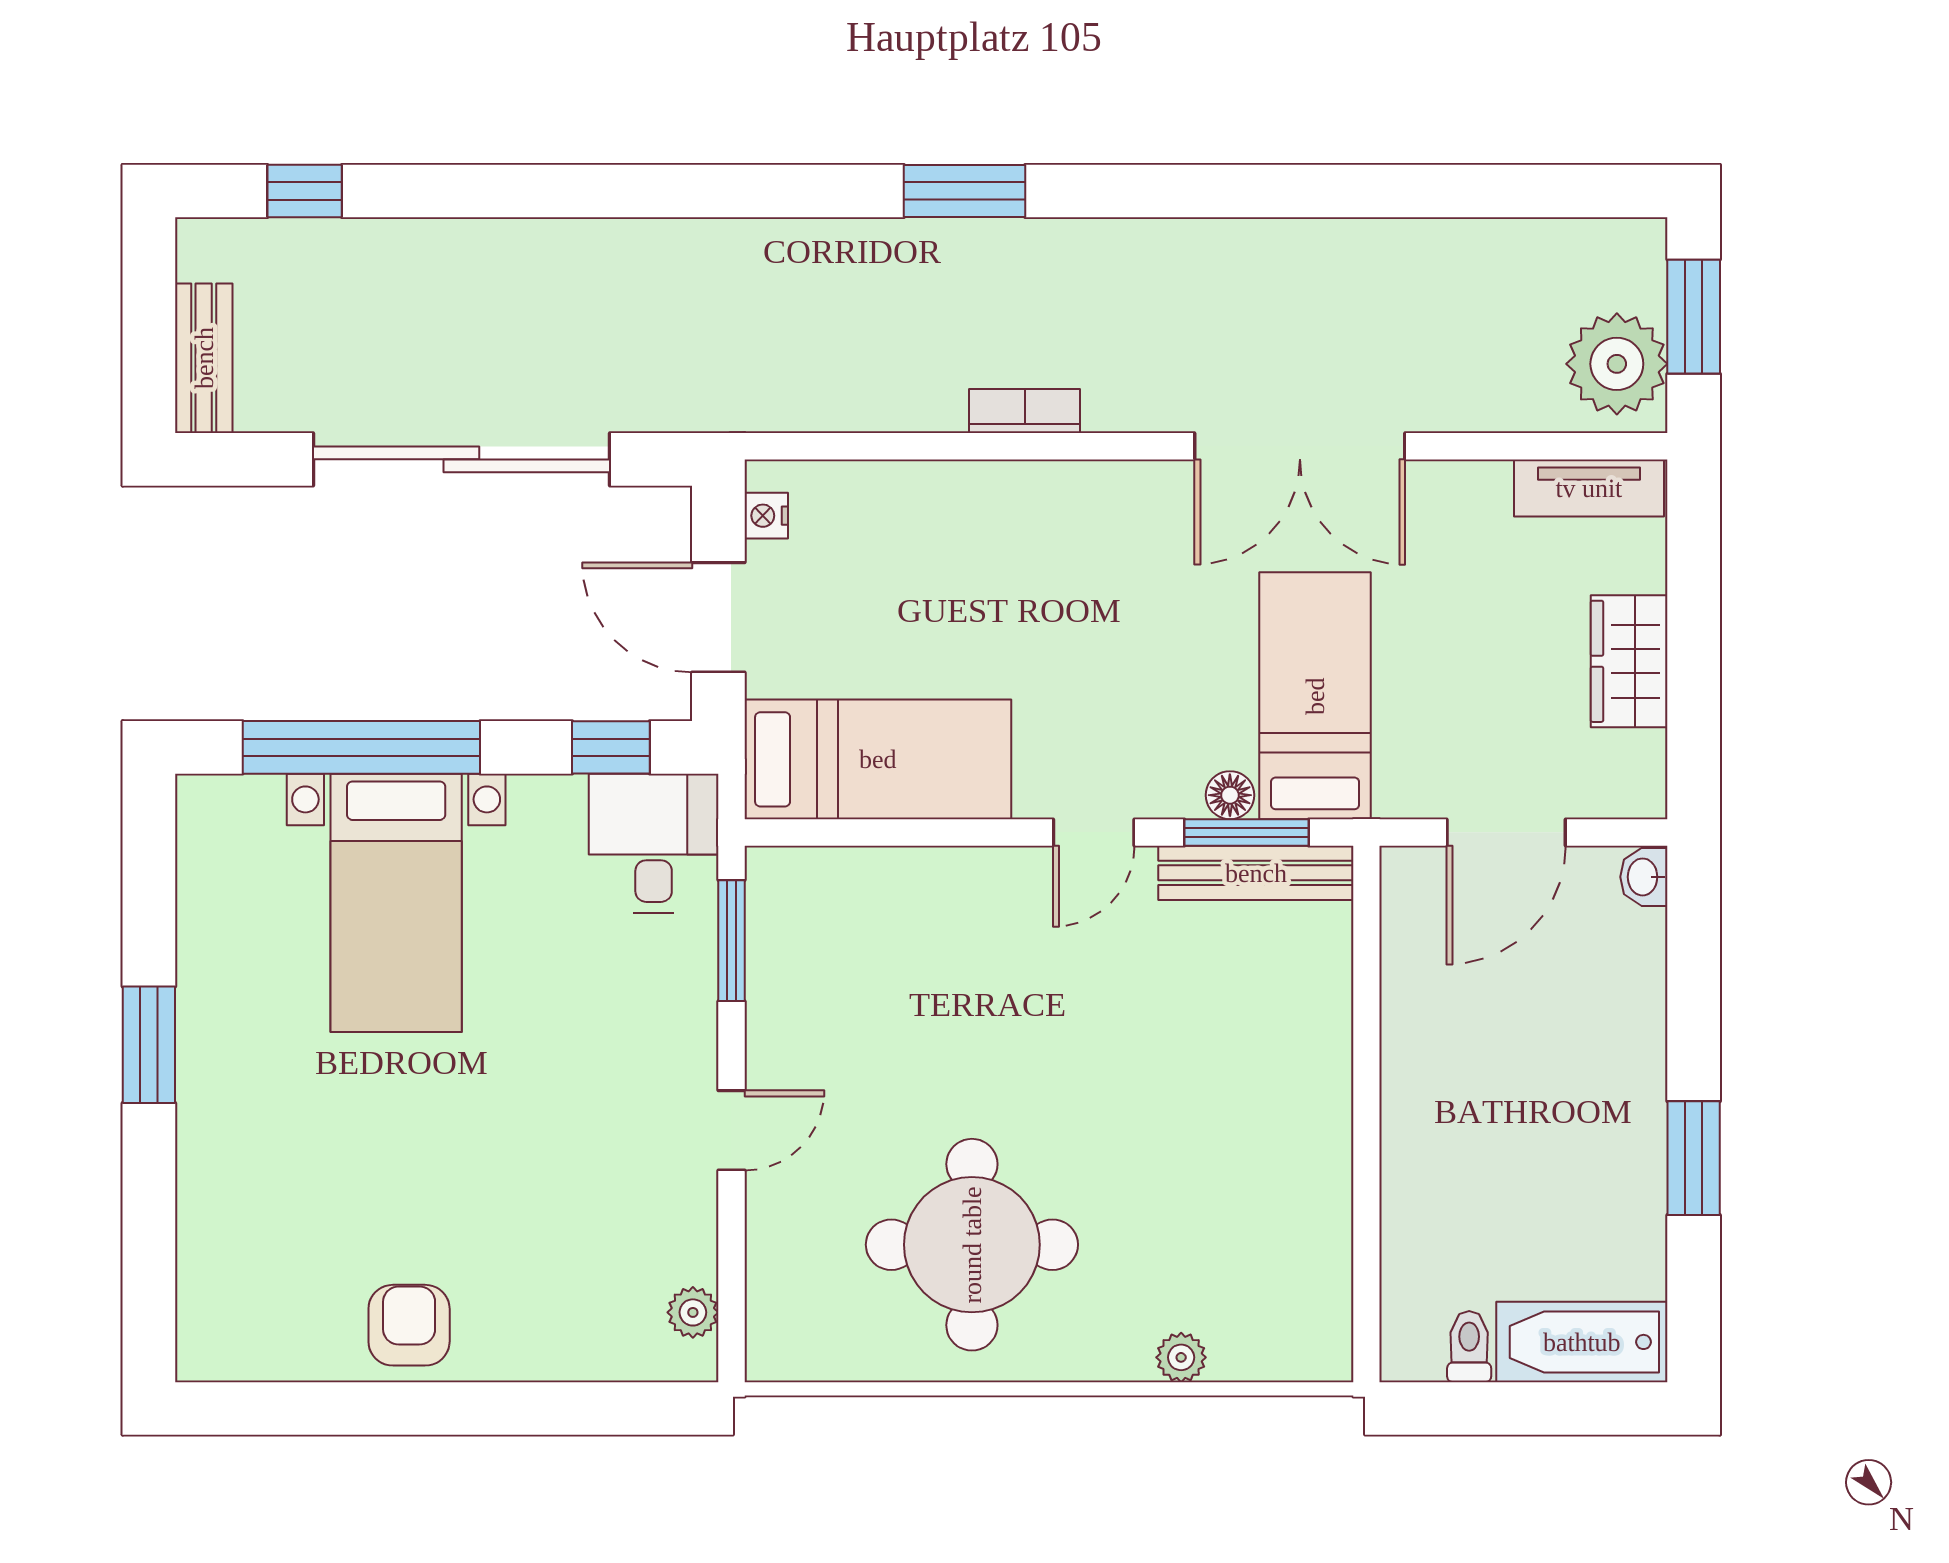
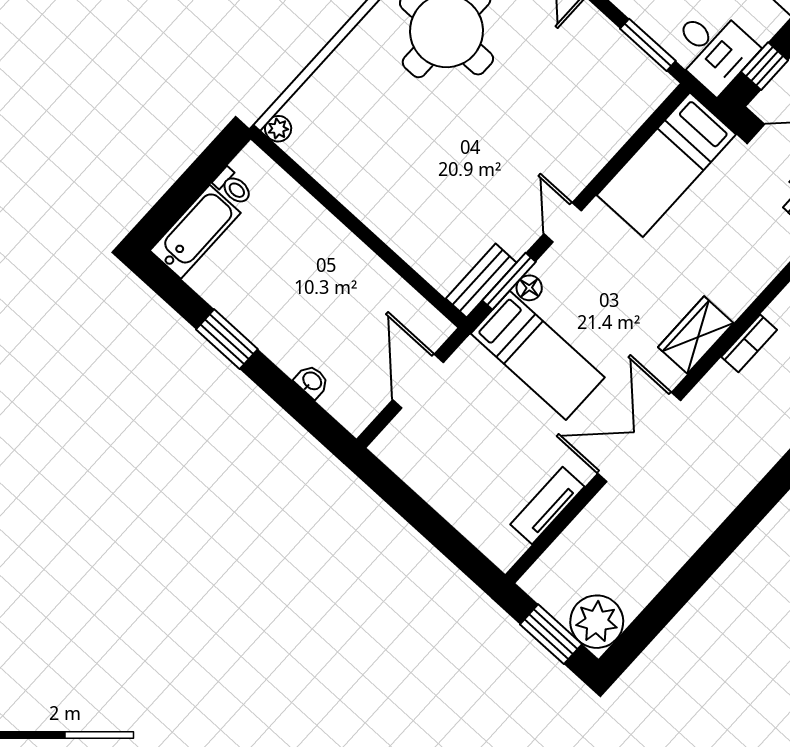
plant: (1617, 364) -> (597, 622), moved
tv unit: (1589, 488) -> (547, 505), moved
wardrobe: (1629, 661) -> (696, 335), moved, turned -90
bench: (1256, 873) -> (481, 281), width x0.73
washbasin: (1644, 877) -> (312, 381), moved
plant: (1181, 1357) -> (278, 129), moved

